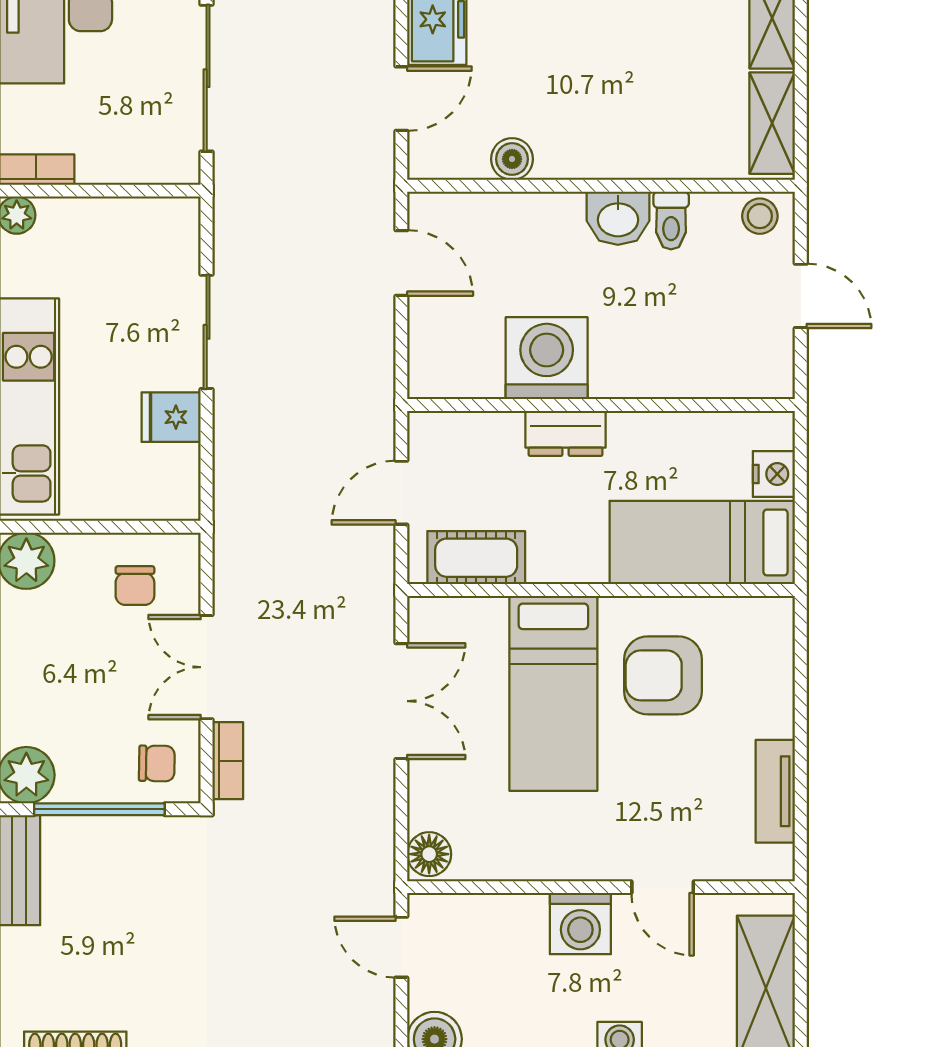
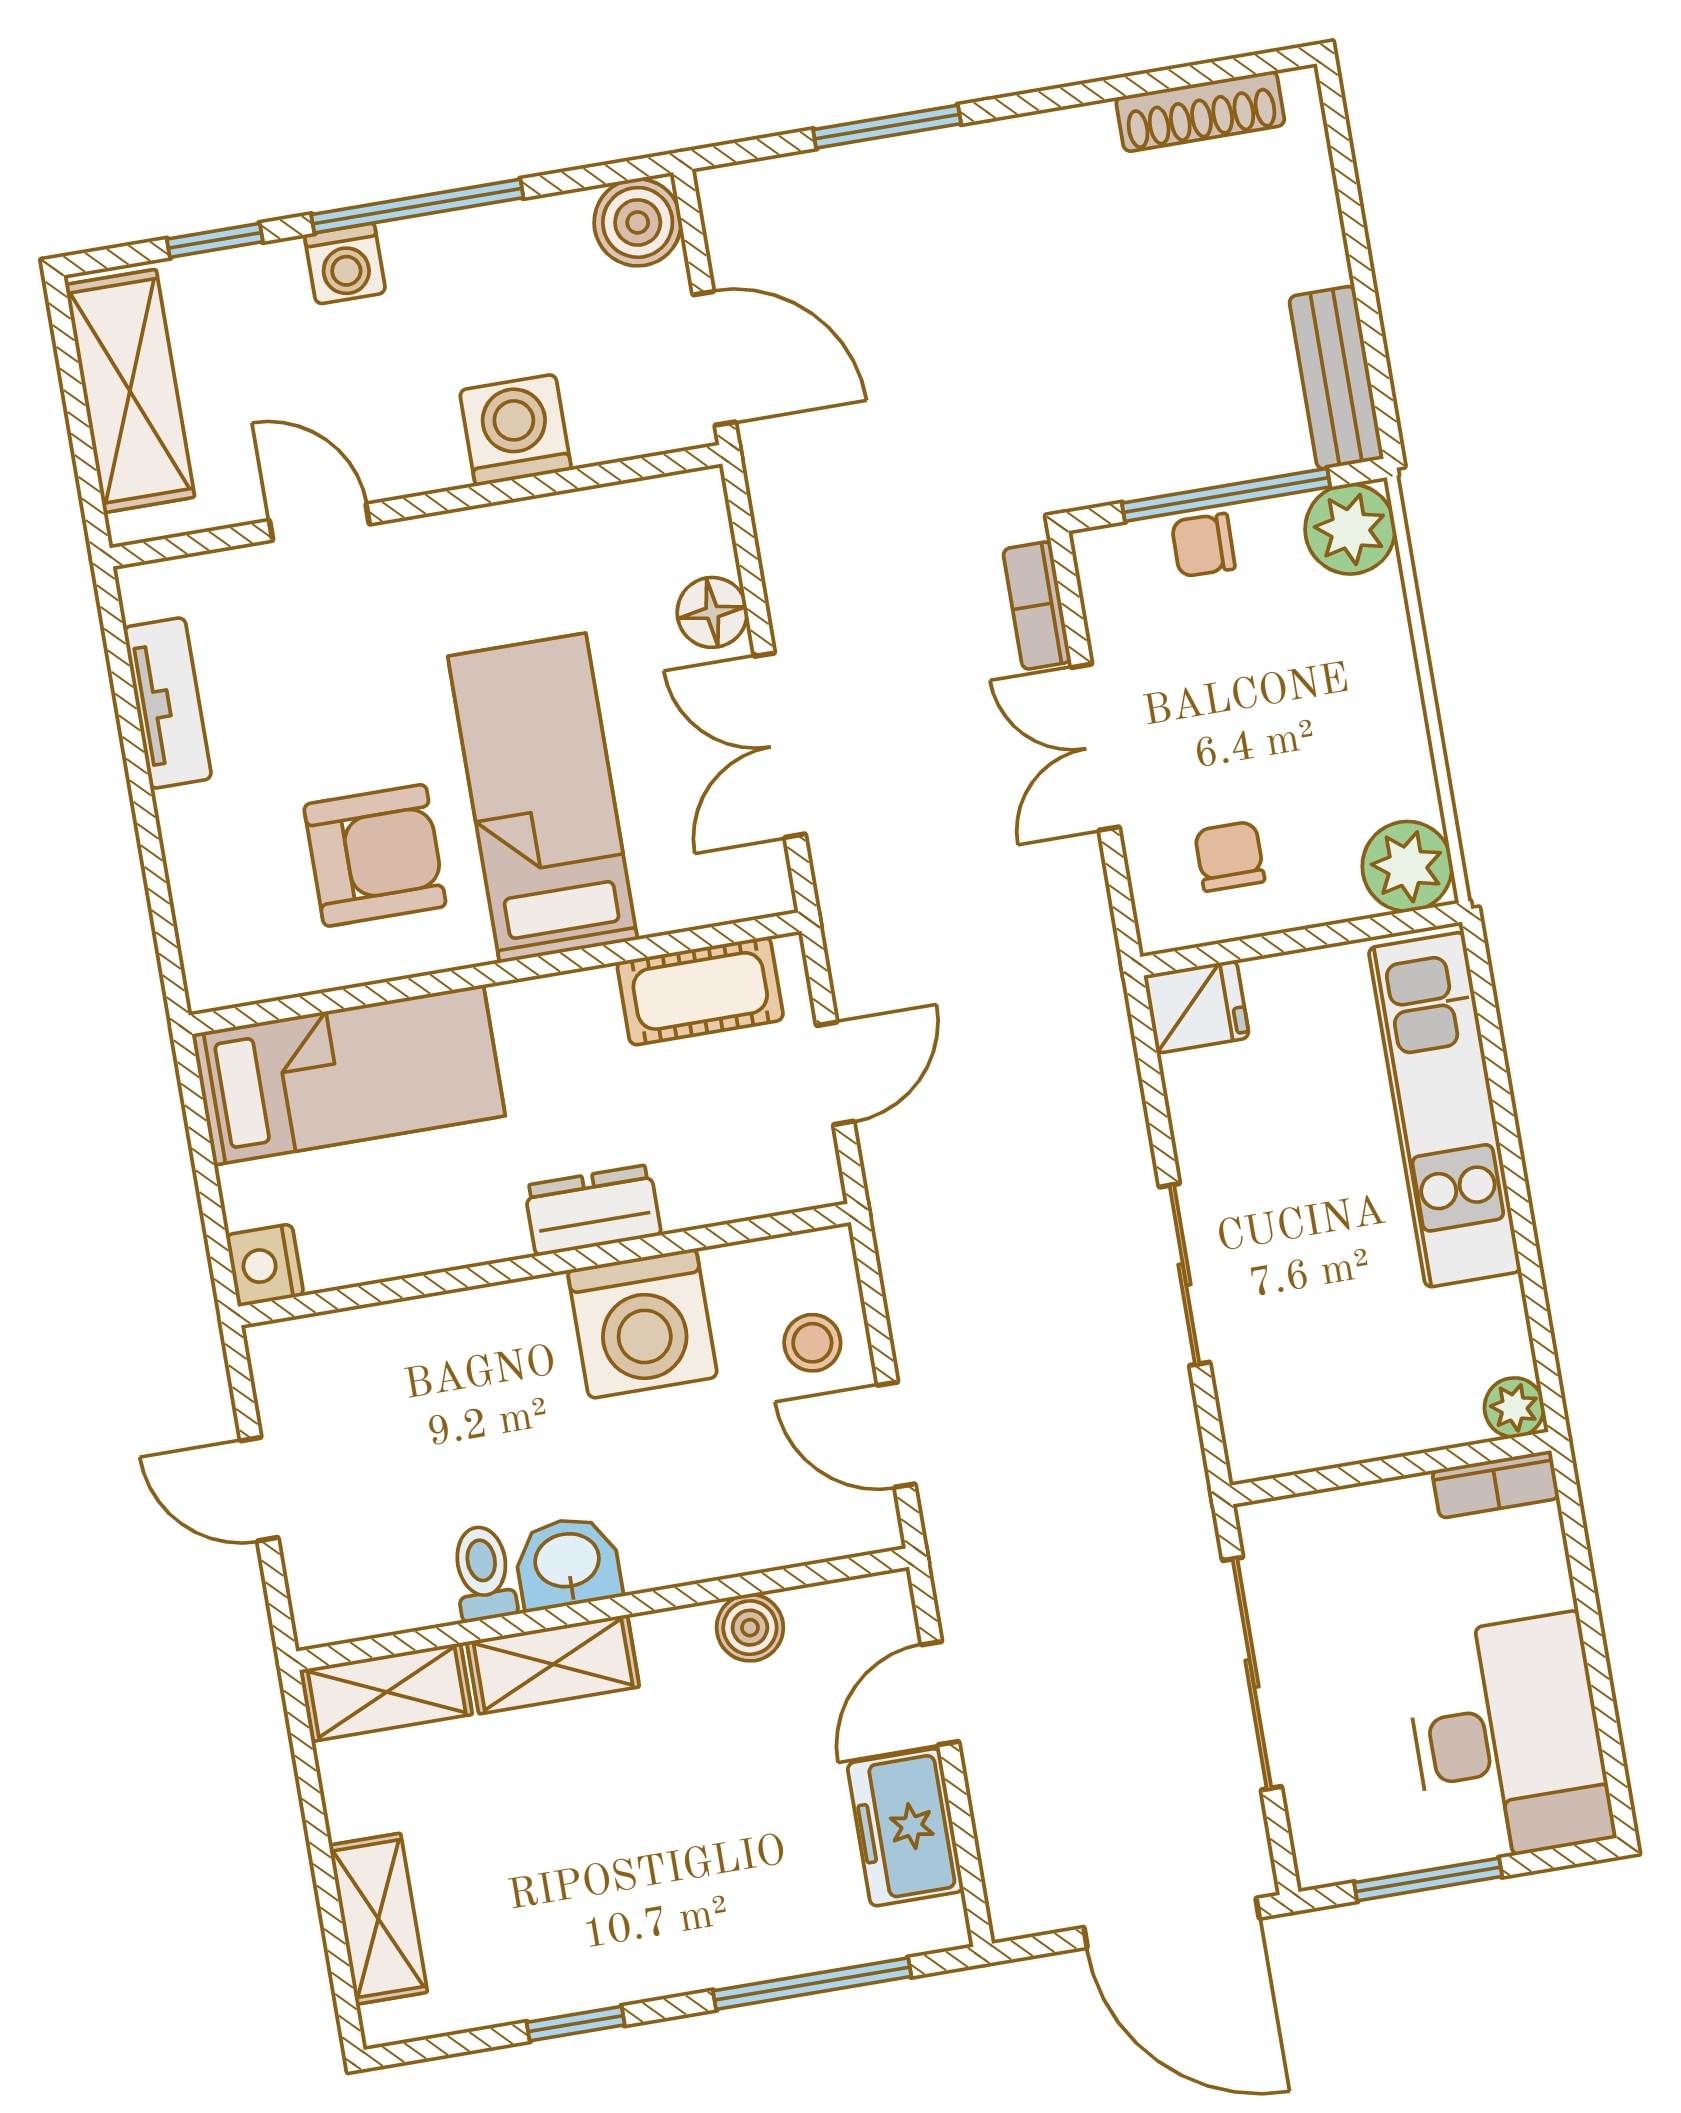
shelving: (772, 123) -> (387, 1692), moved, turned 90
shelving: (638, 157) -> (553, 1664), added
stool: (760, 216) -> (812, 1343), moved
fridge: (171, 417) -> (1196, 1007), moved
nightstand: (774, 474) -> (265, 1265), moved
double door: (207, 667) -> (1095, 747), swing flipped
chair: (157, 763) -> (1203, 545), moved
floor lamp: (429, 854) -> (712, 612), moved
washing machine: (580, 924) -> (515, 430), moved
door: (401, 947) -> (714, 358), width x1.38

